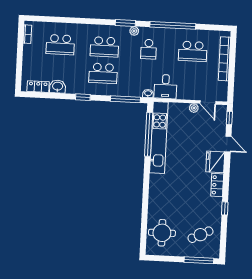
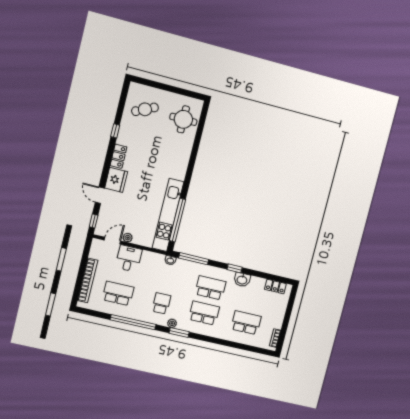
washbasin: (58, 87) -> (242, 280), moved
desk: (166, 87) -> (129, 258), moved
door: (208, 102) -> (112, 241), hinge flipped
window: (199, 260) -> (151, 84), removed

